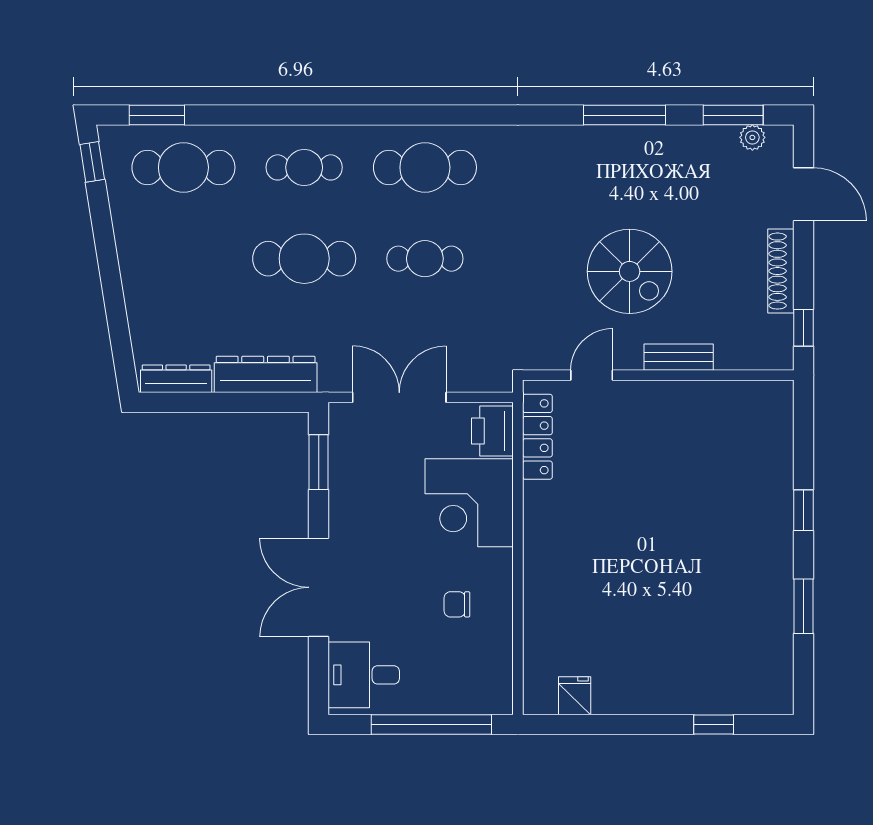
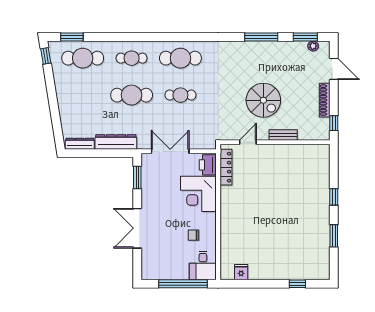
desk: (364, 675) -> (203, 265), moved, turned -90

